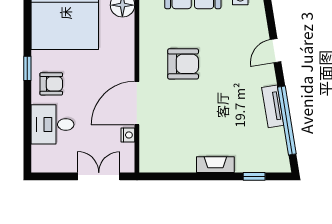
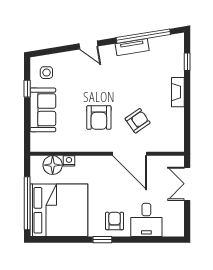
armchair: (183, 64) -> (99, 117), turned 180
armchair: (179, 113) -> (138, 121), added
nightstand: (128, 135) -> (69, 161), moved

